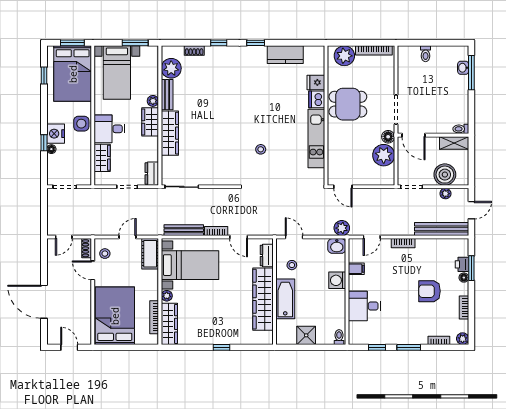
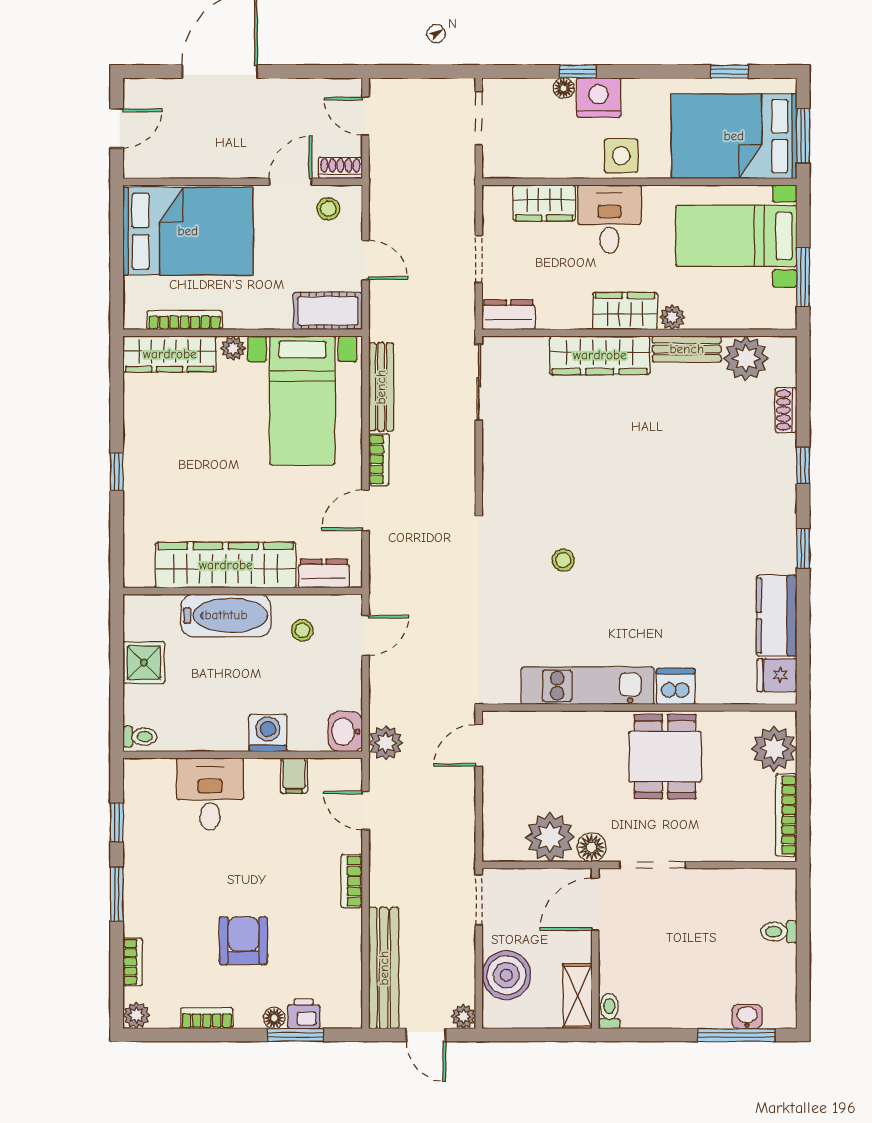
fridge: (316, 82) -> (777, 675), moved, turned -90
plant: (445, 194) -> (463, 1016), moved

